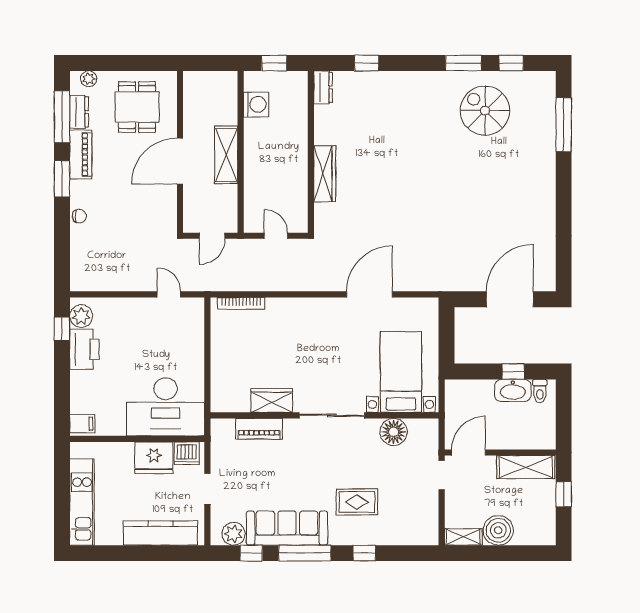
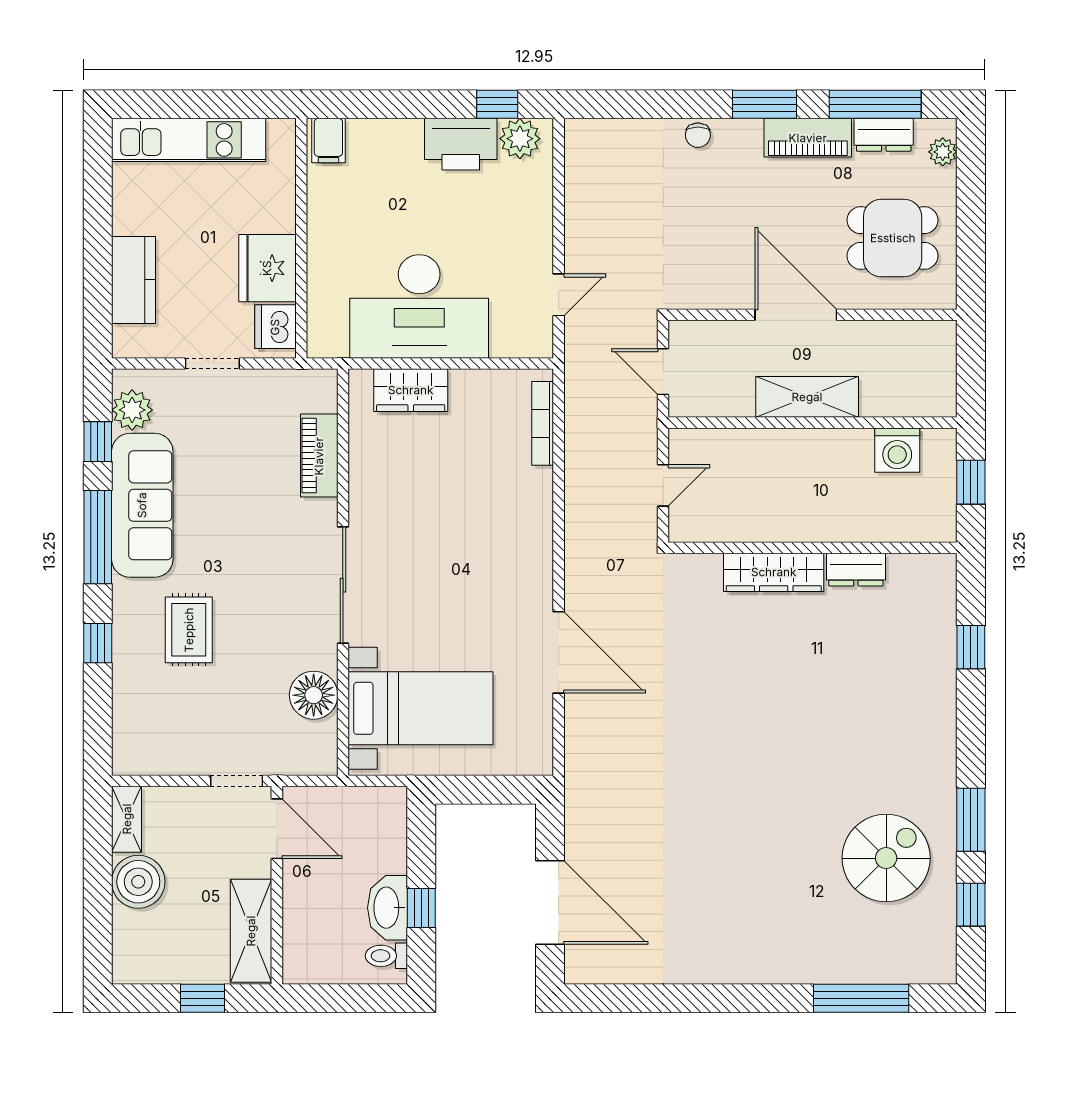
dresser: (323, 87) -> (856, 570), moved
wardrobe: (272, 400) -> (411, 390), moved, turned 90
desk: (166, 407) -> (419, 306), moved, turned -90
kitchen counter: (161, 533) -> (133, 280), width x0.67

